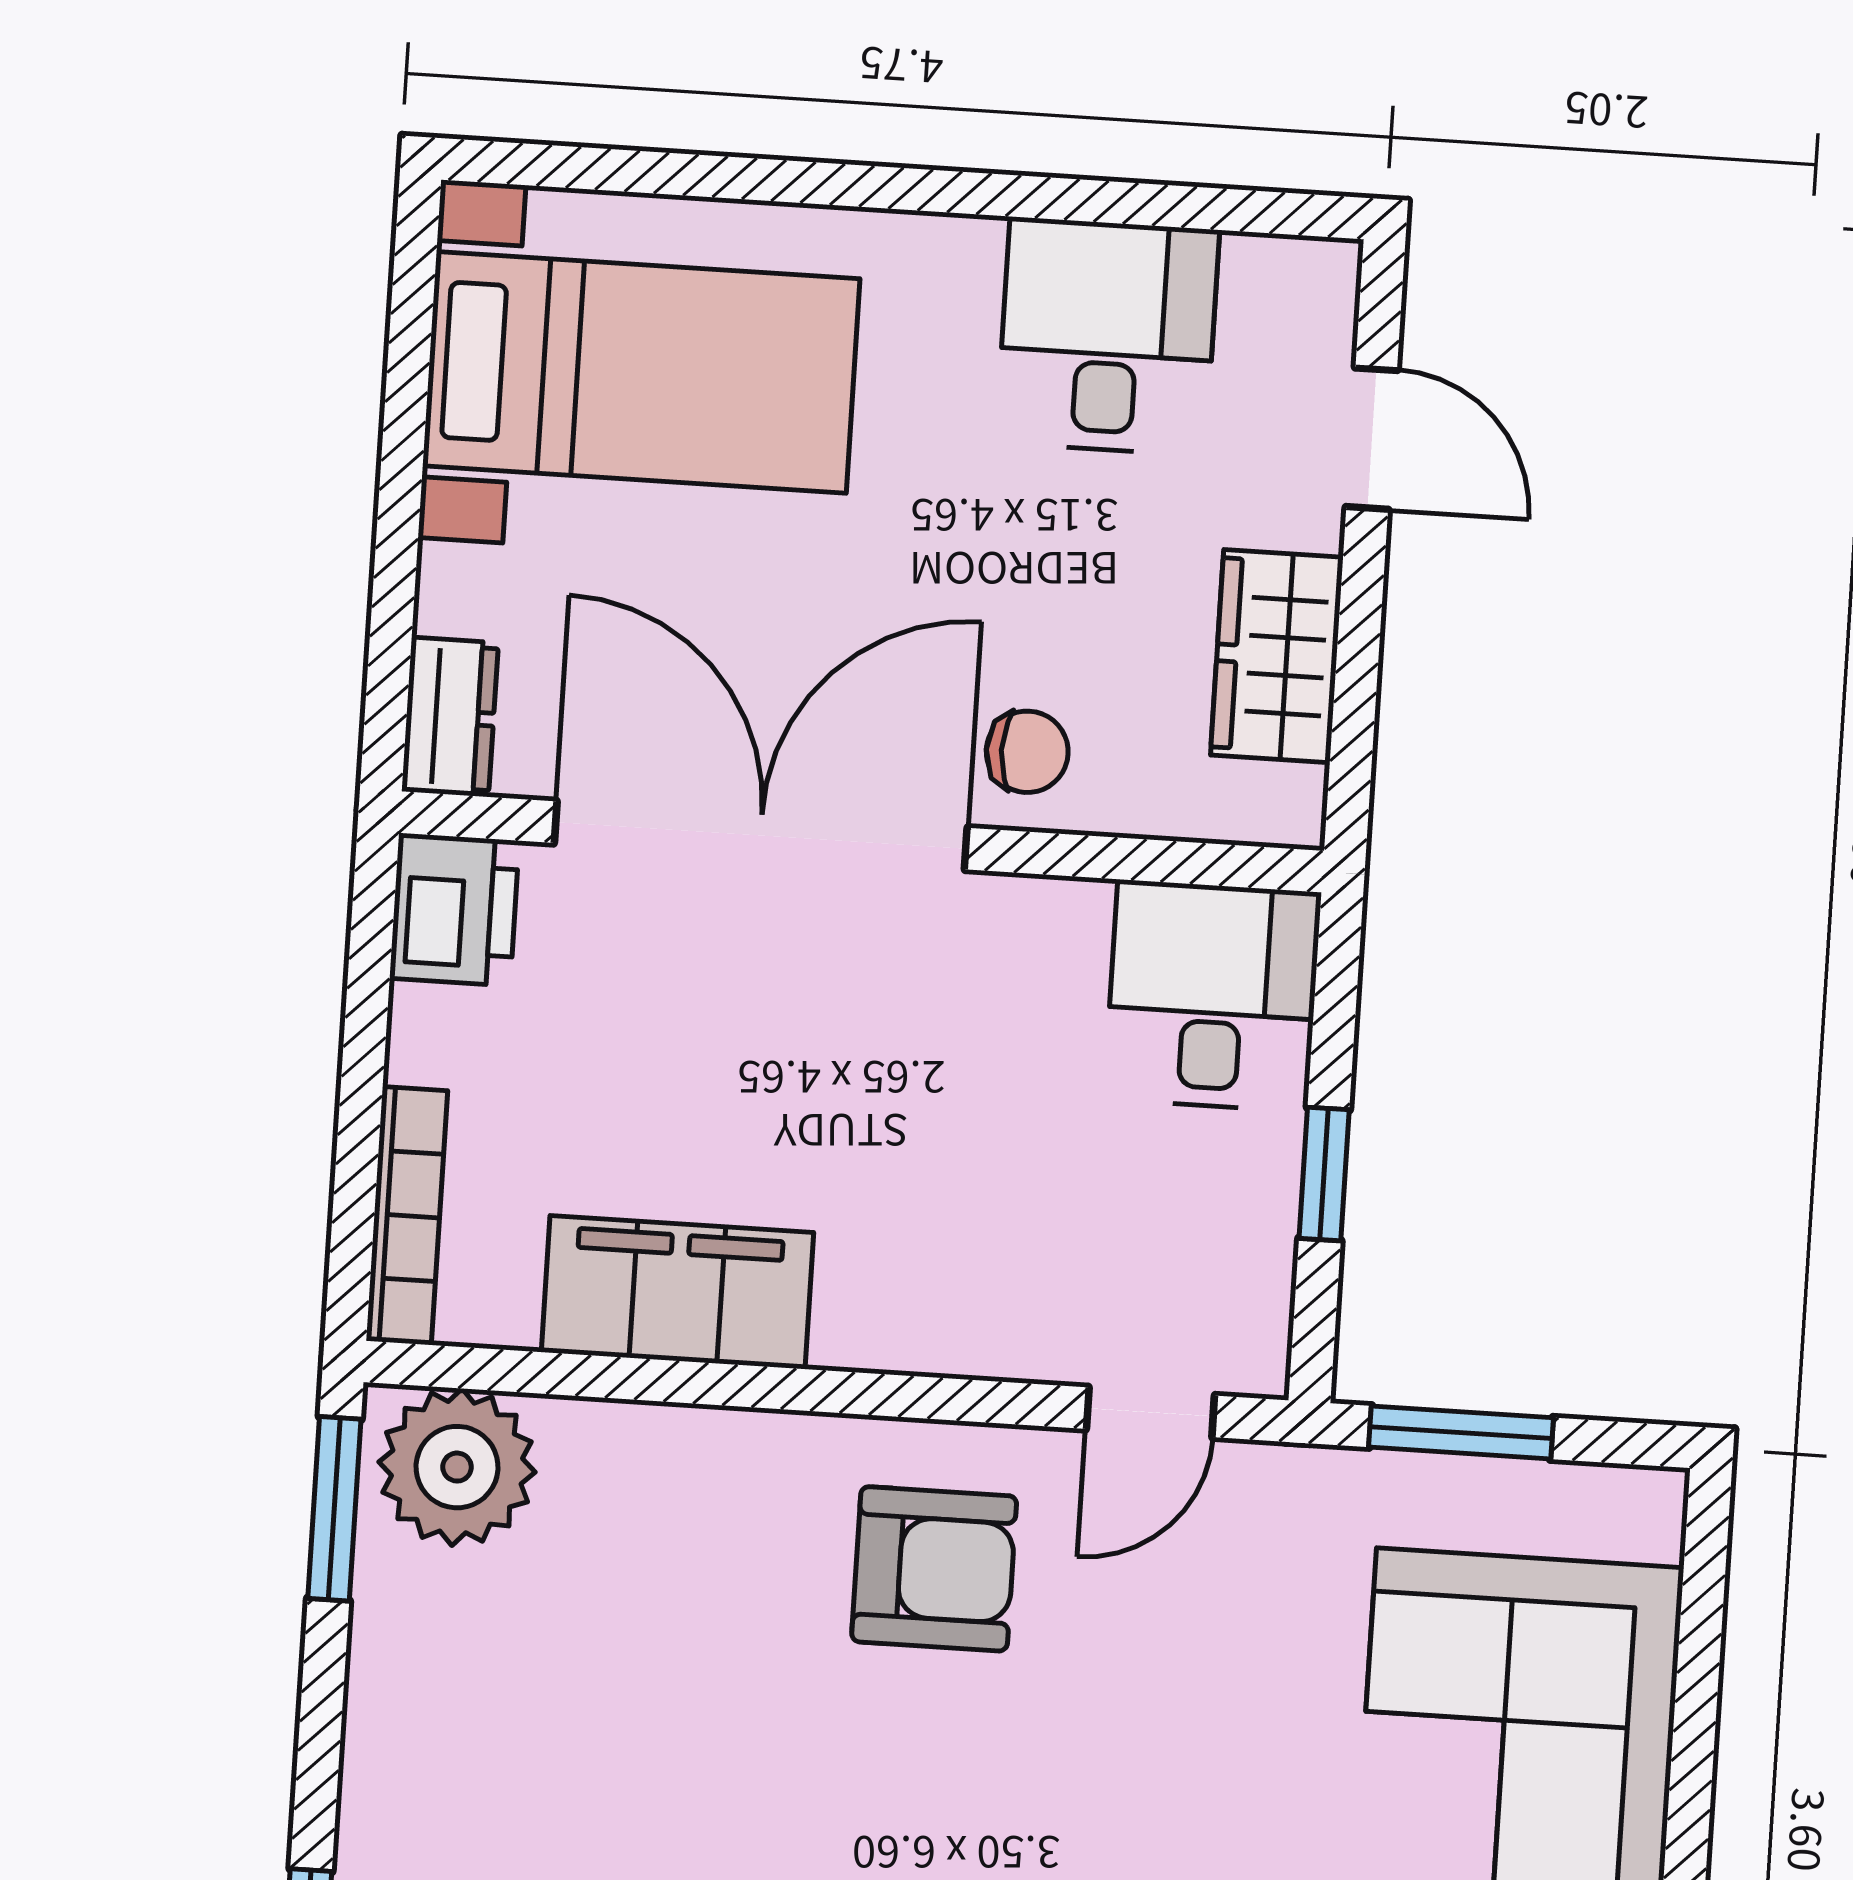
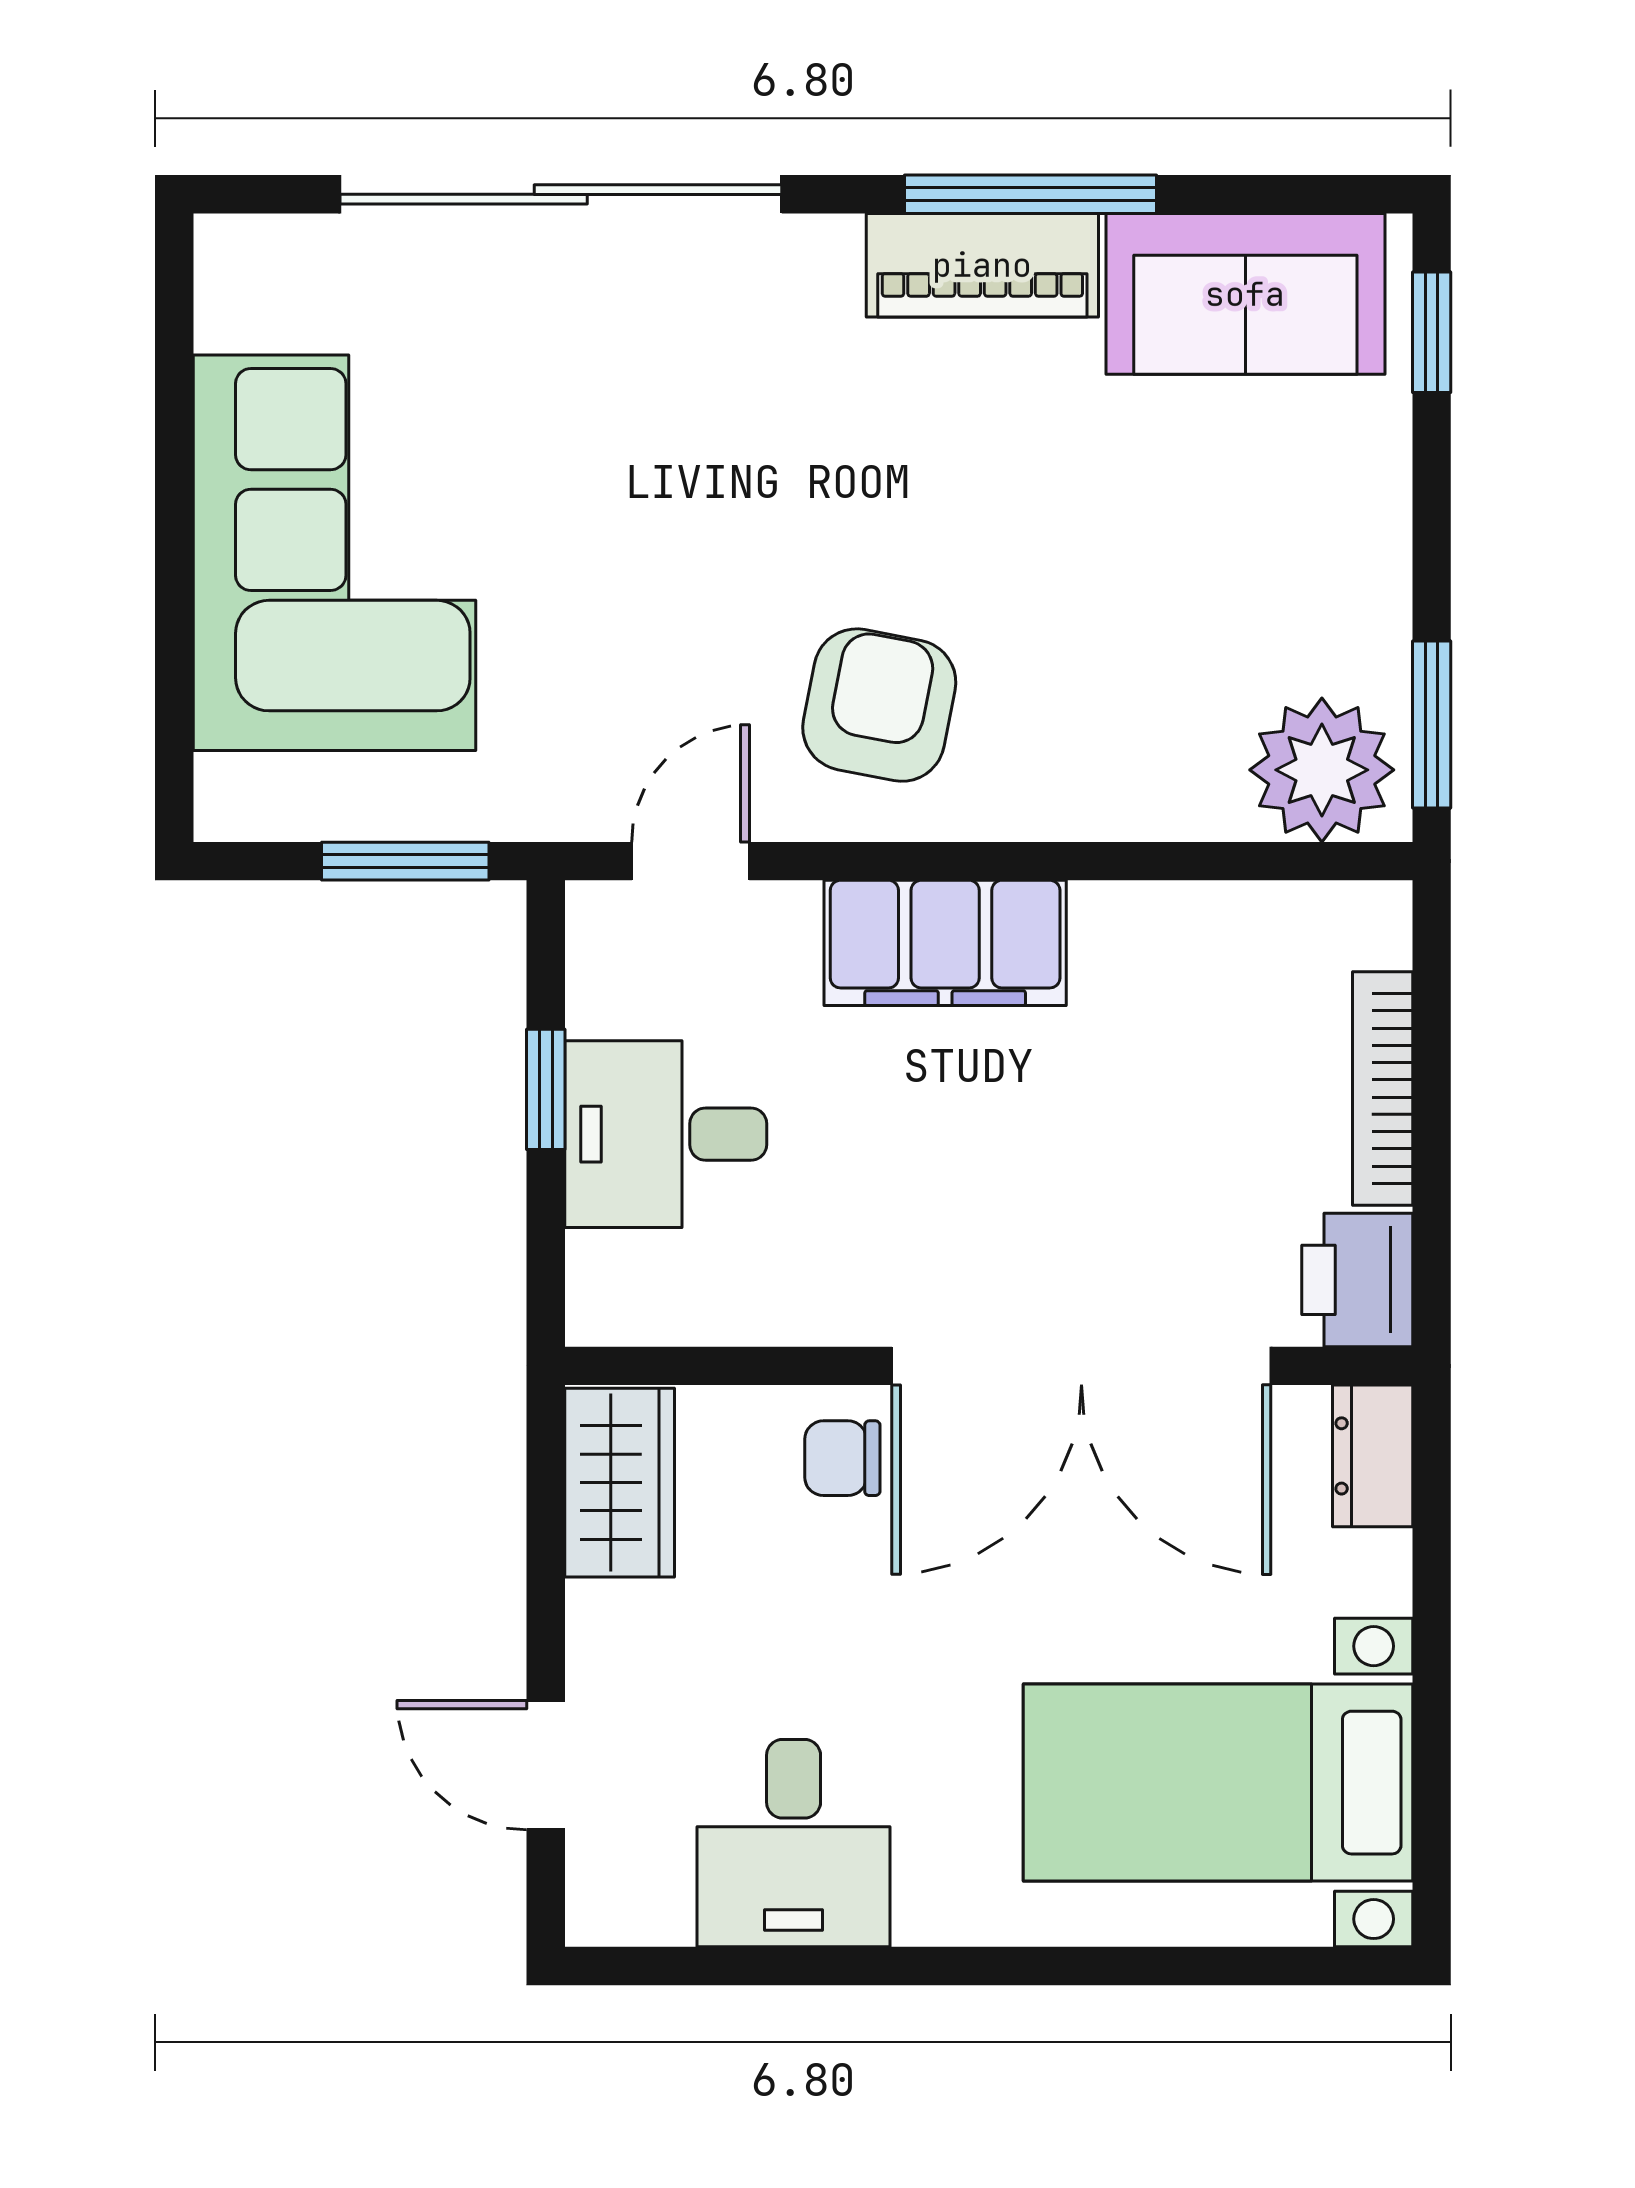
wardrobe: (1277, 656) -> (620, 1483), moved
desk: (1213, 996) -> (666, 1134), moved, turned 90
bookcase: (407, 1216) -> (1383, 1089), moved
filing cabinet: (677, 1292) -> (945, 943), moved
armchair: (934, 1569) -> (879, 705), turned 101

